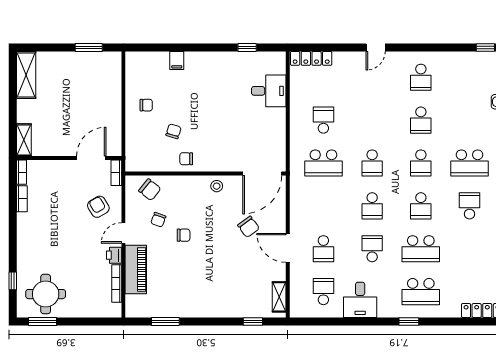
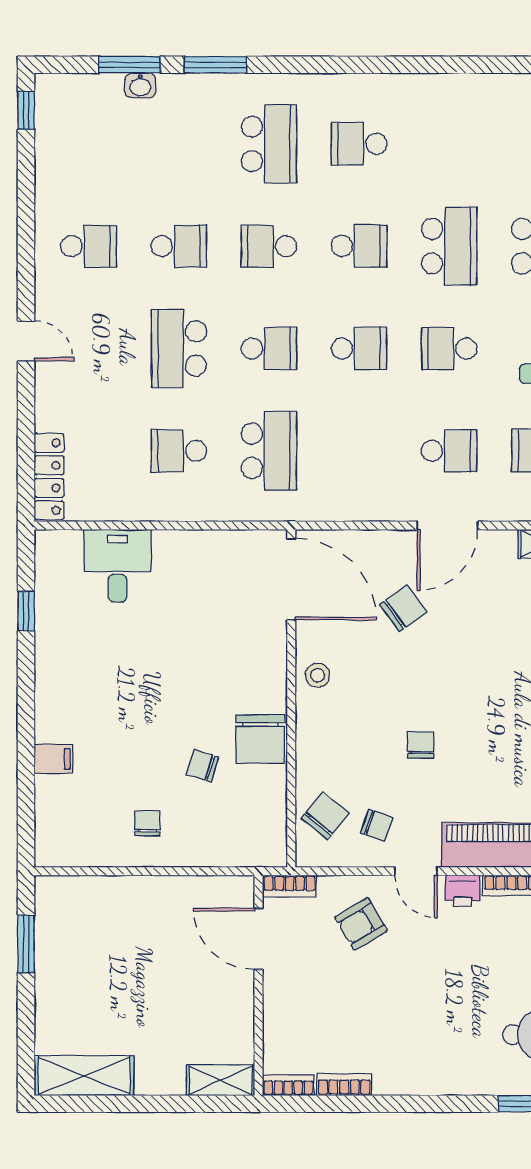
school desk: (372, 120) -> (179, 348), added
chair: (186, 159) -> (260, 739), width x1.87, depth x1.87
school desk: (421, 163) -> (269, 246), turned 180
chair: (158, 220) -> (377, 825), moved

